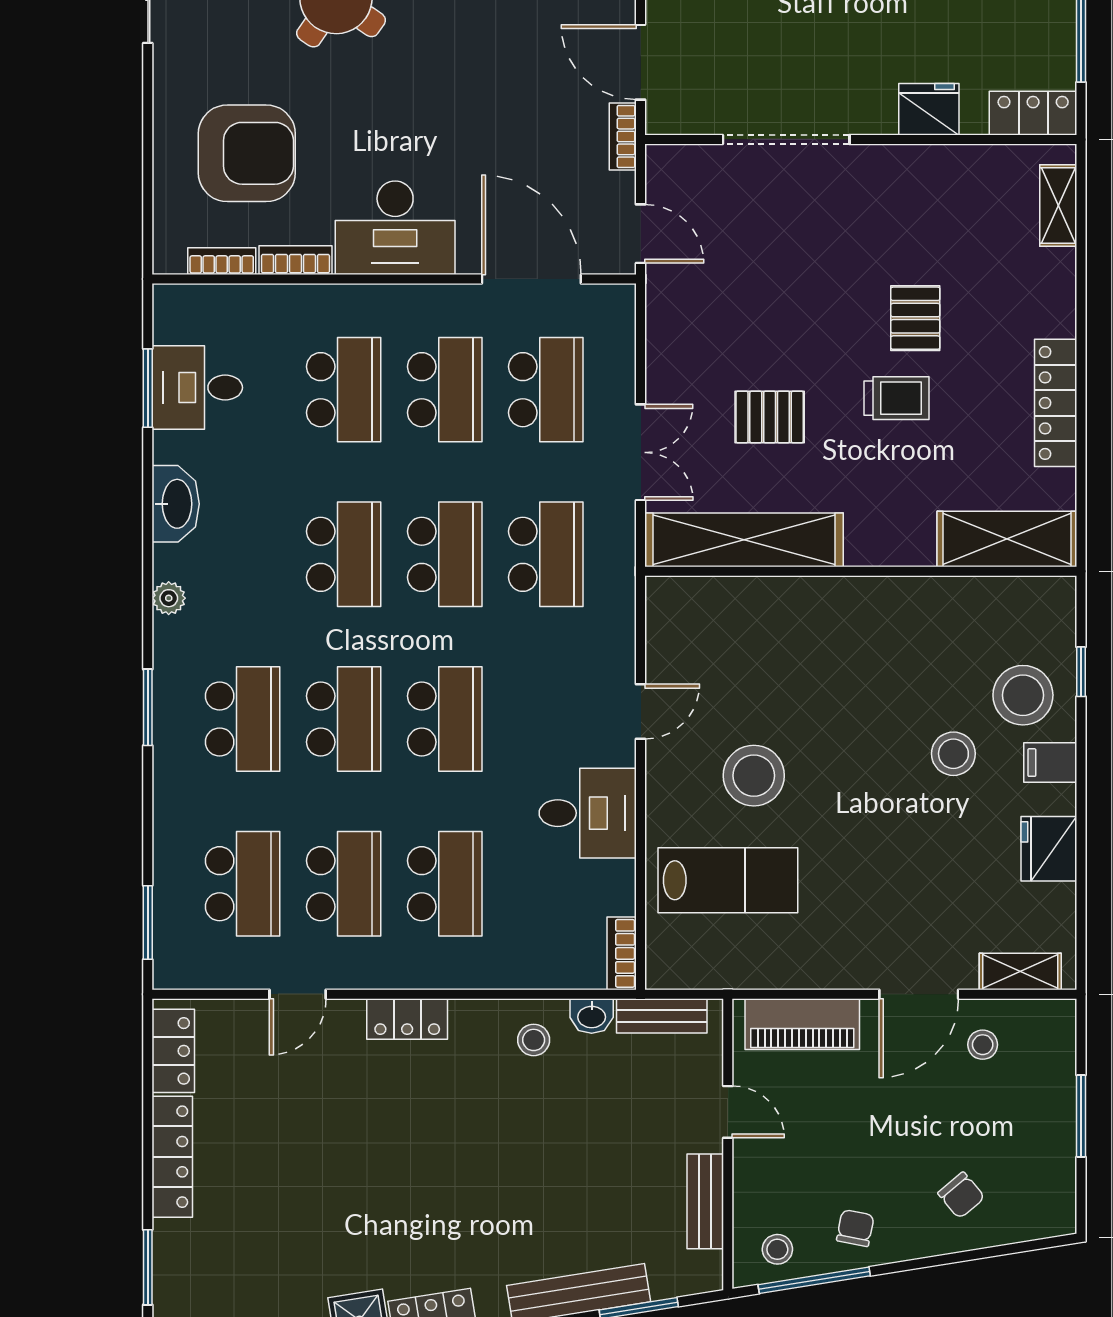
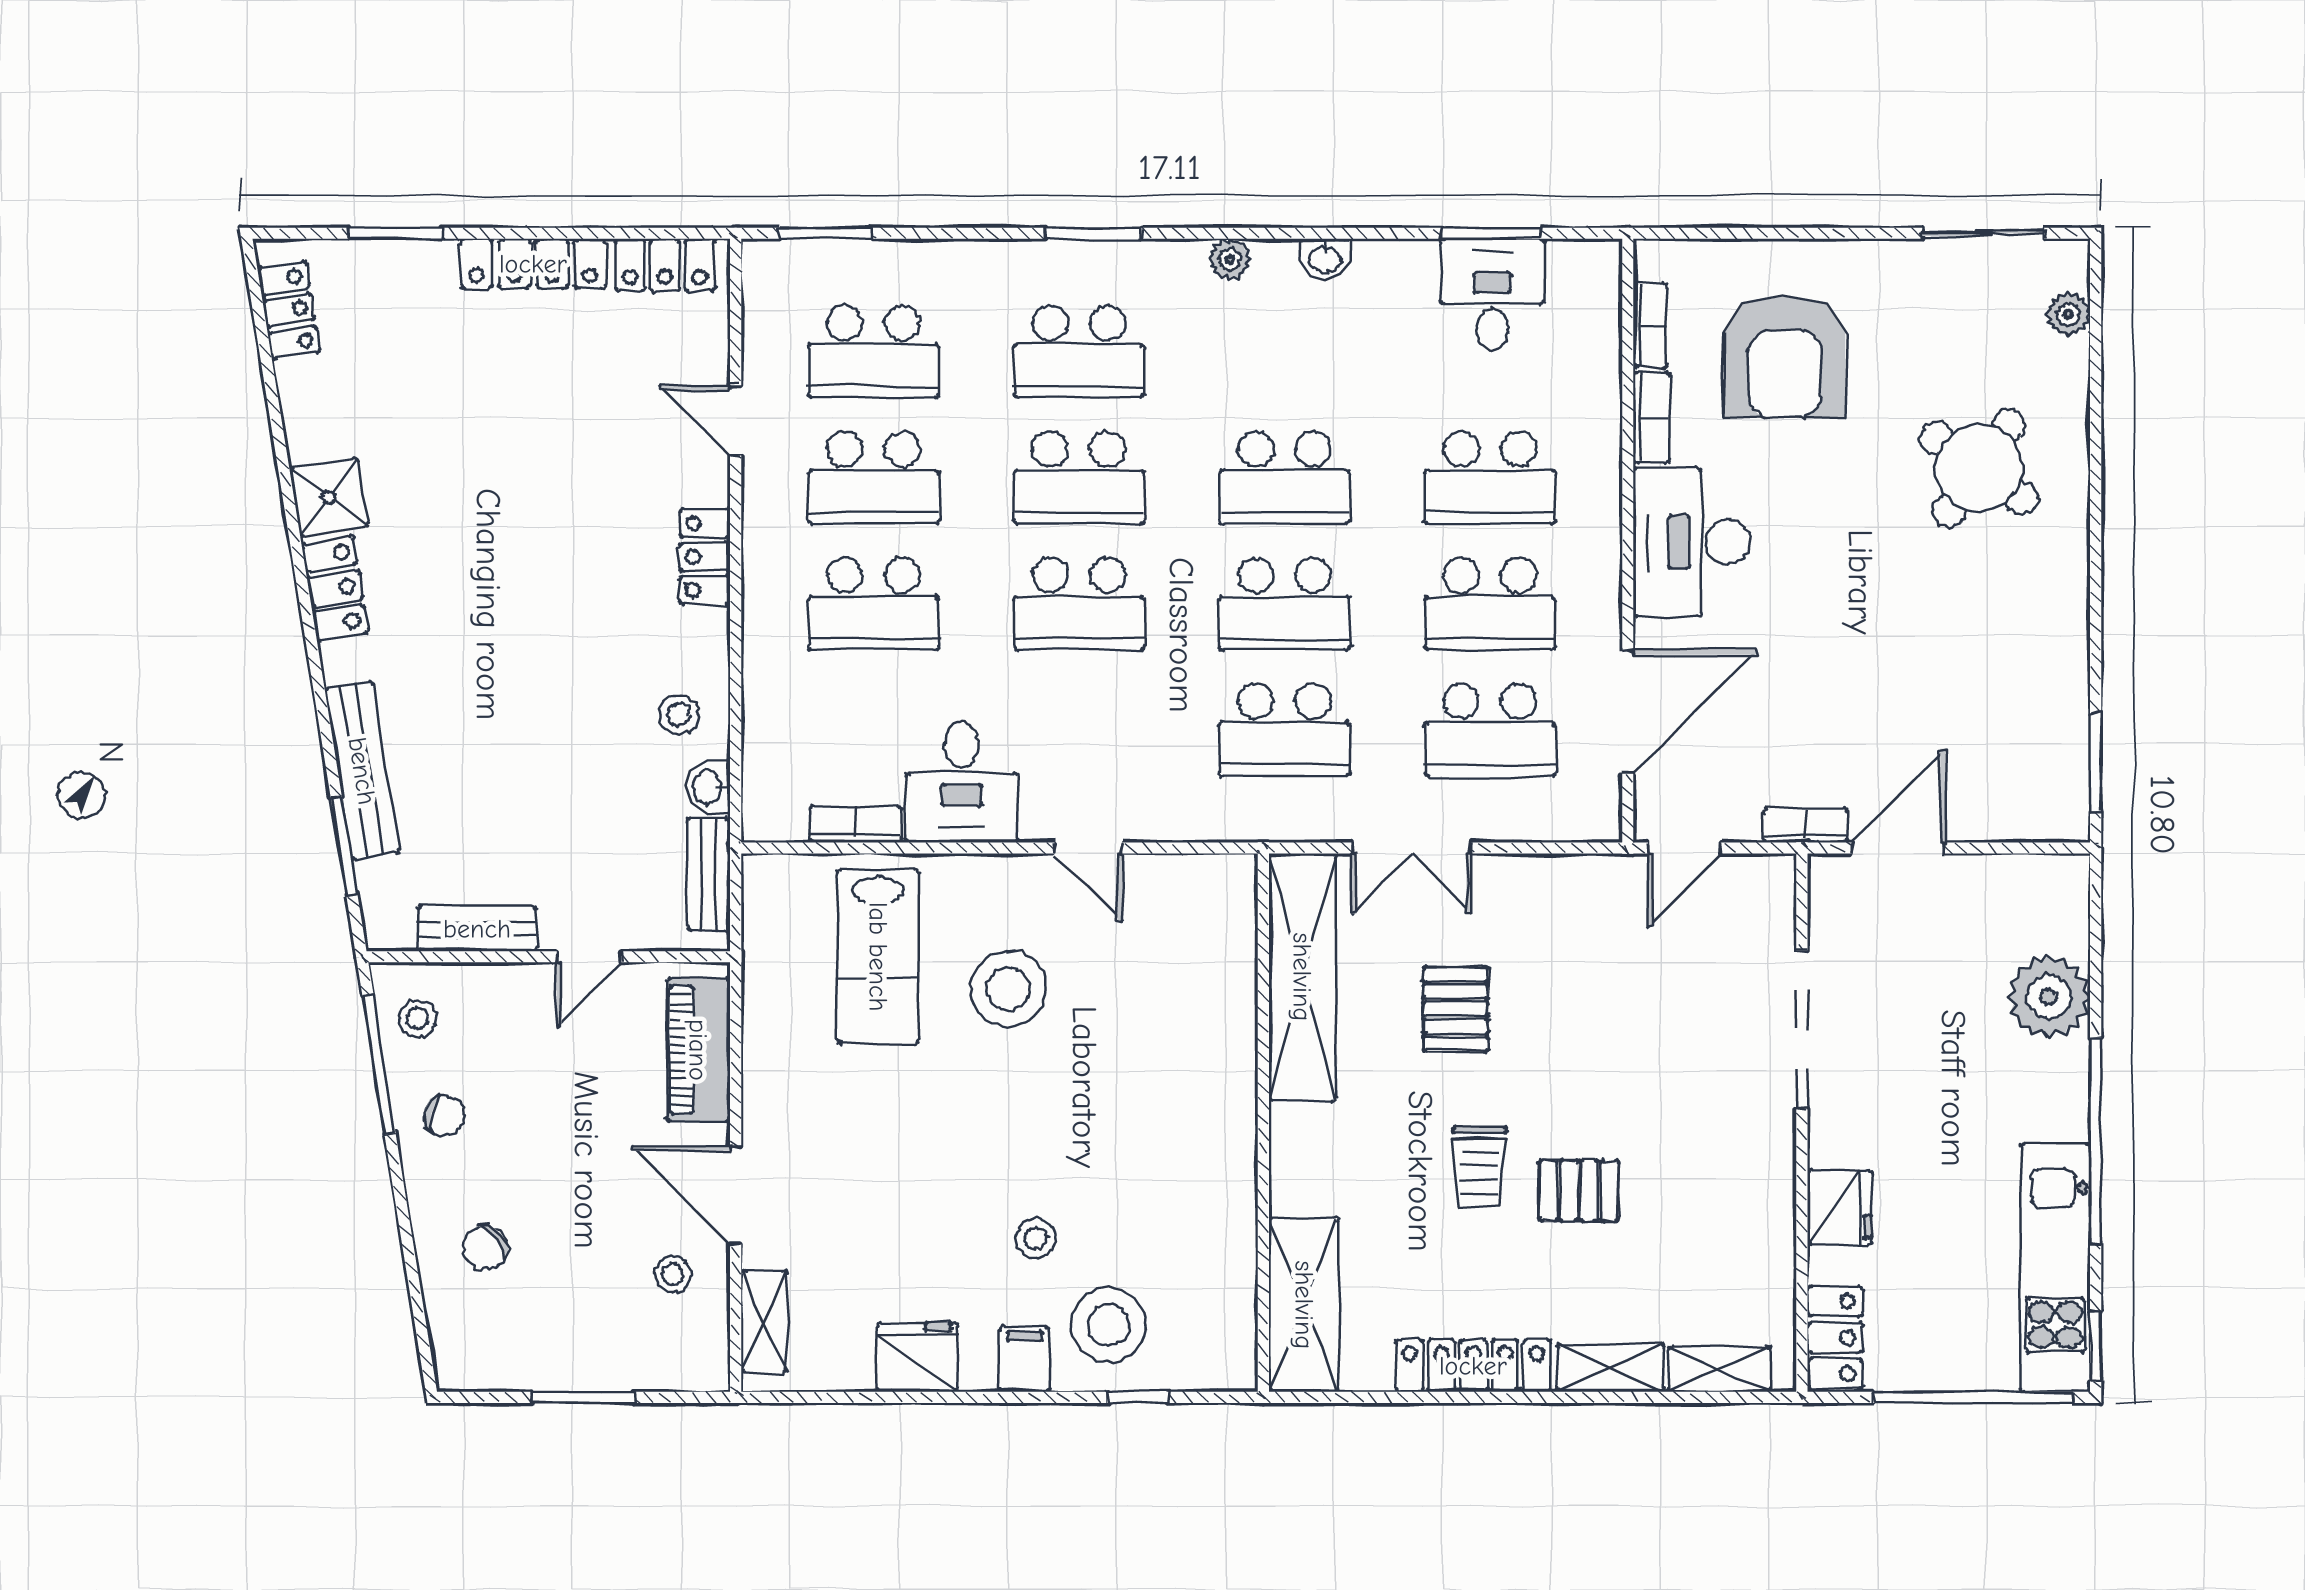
shelving: (1057, 293) -> (1611, 1368), added
washbasin: (176, 504) -> (1325, 259), width x0.52, depth x0.69
stool: (953, 754) -> (1036, 1238), width x0.73, depth x0.73
bookcase: (622, 953) -> (856, 824), moved

